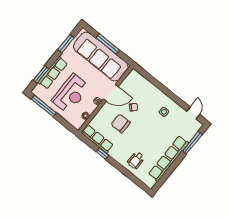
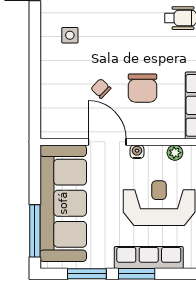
window: (108, 44) -> (35, 231), moved
window: (41, 74) -> (137, 274), moved

